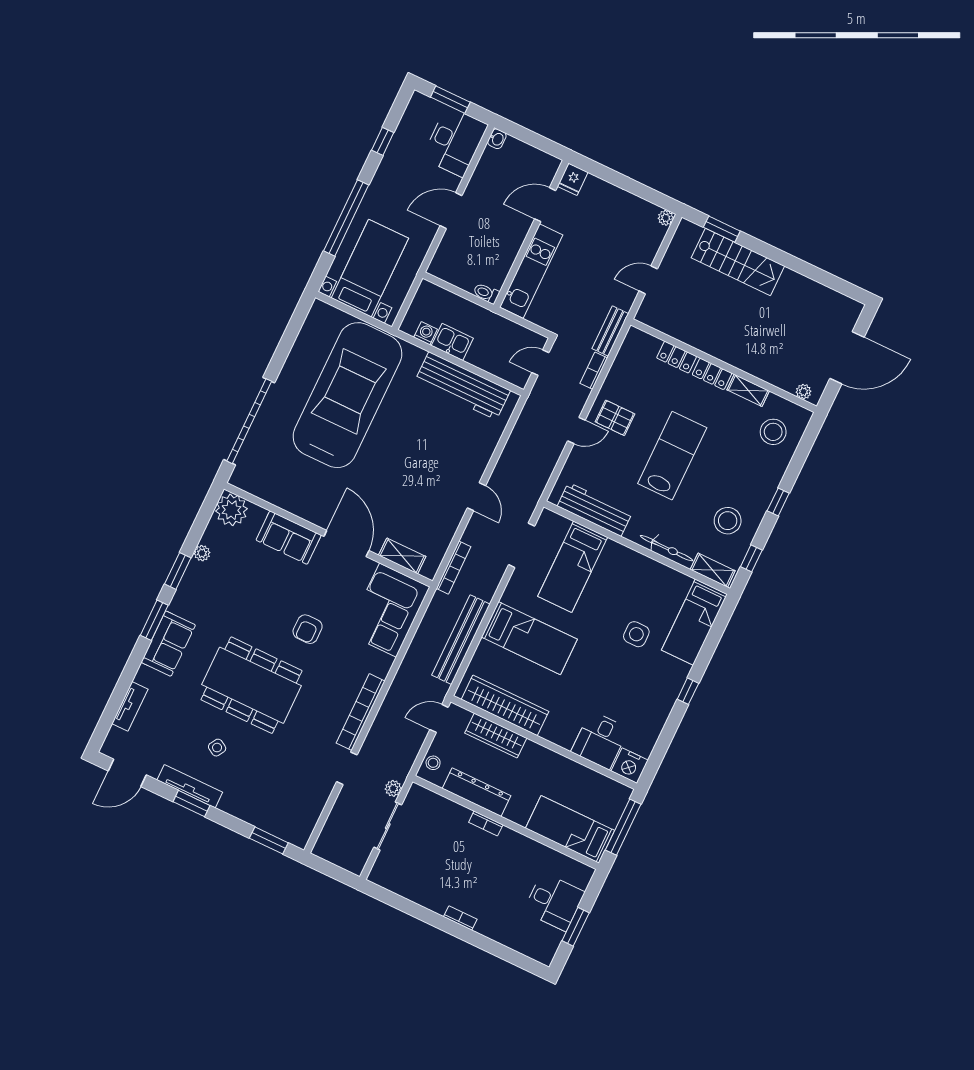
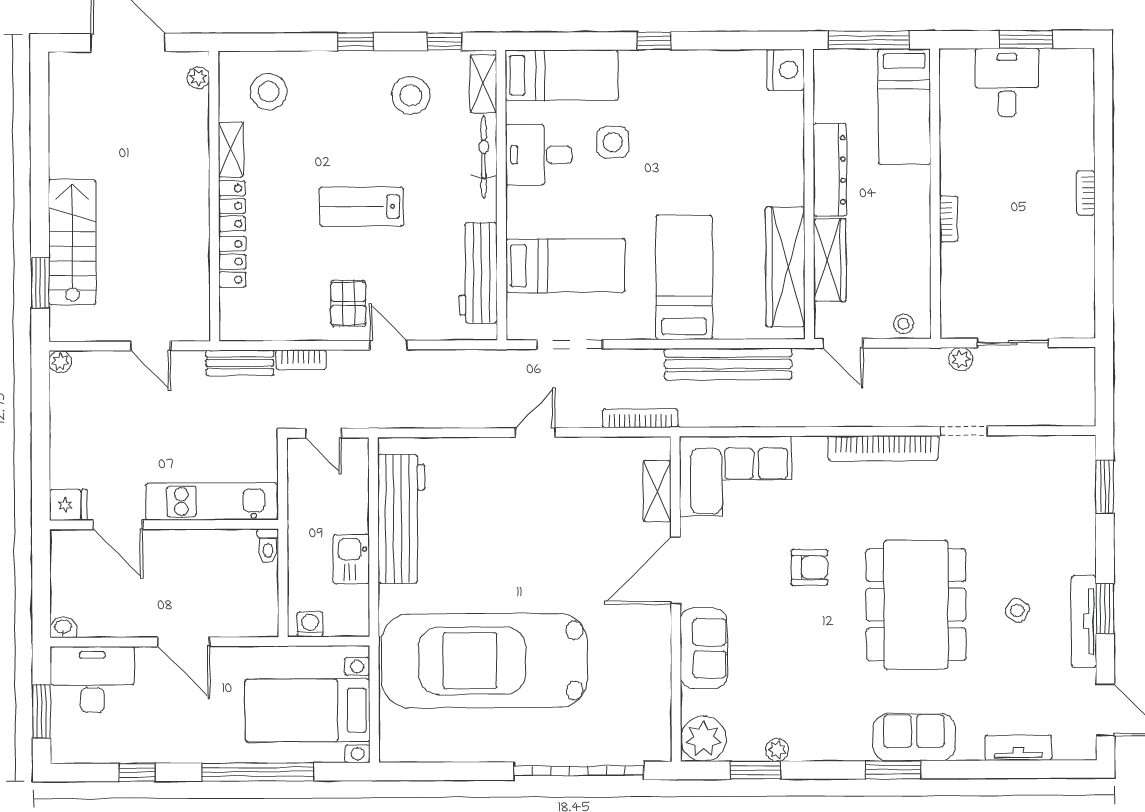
washing machine: (426, 333) -> (310, 624), moved, turned 90
lab bench: (672, 456) -> (362, 207), width x0.73, depth x0.72
window: (178, 571) -> (756, 770), moved
desk: (600, 740) -> (539, 155), moved, turned 180
dresser: (476, 792) -> (830, 170), moved, turned 180

